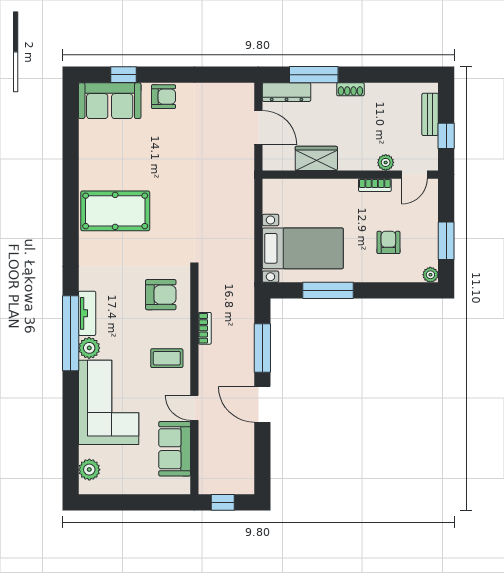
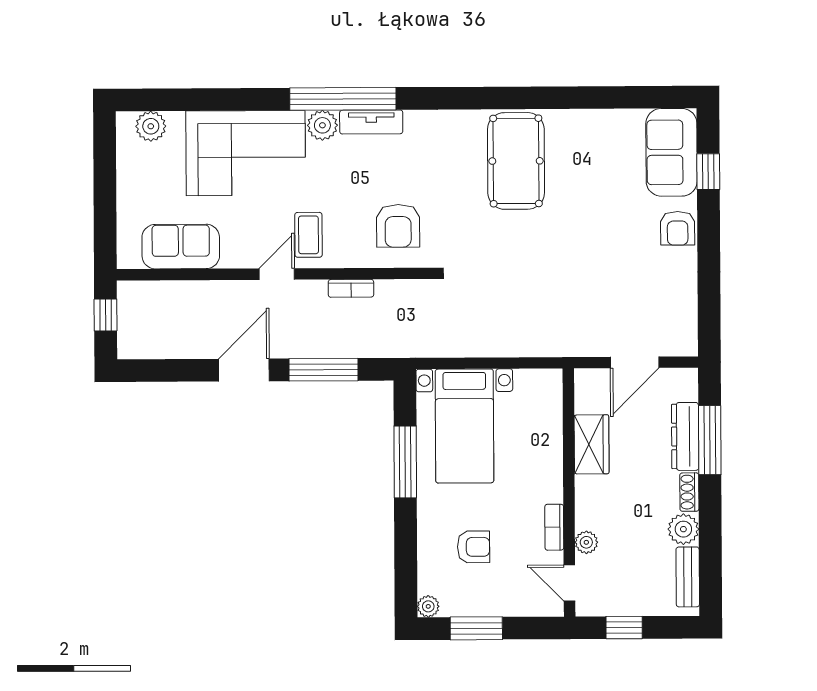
dresser: (287, 92) -> (685, 436), moved
plant: (377, 94) -> (683, 529), added
bench: (430, 114) -> (688, 577), moved, turned 90
door: (194, 408) -> (277, 274), moved

